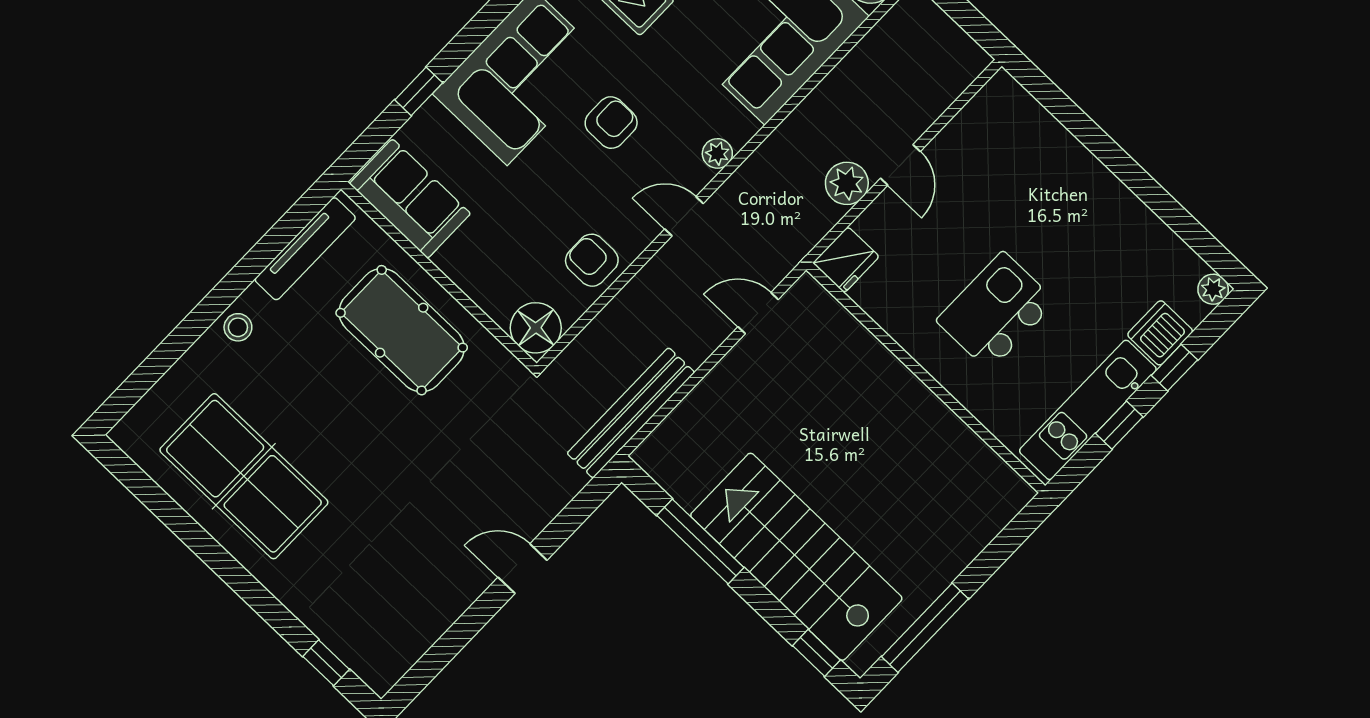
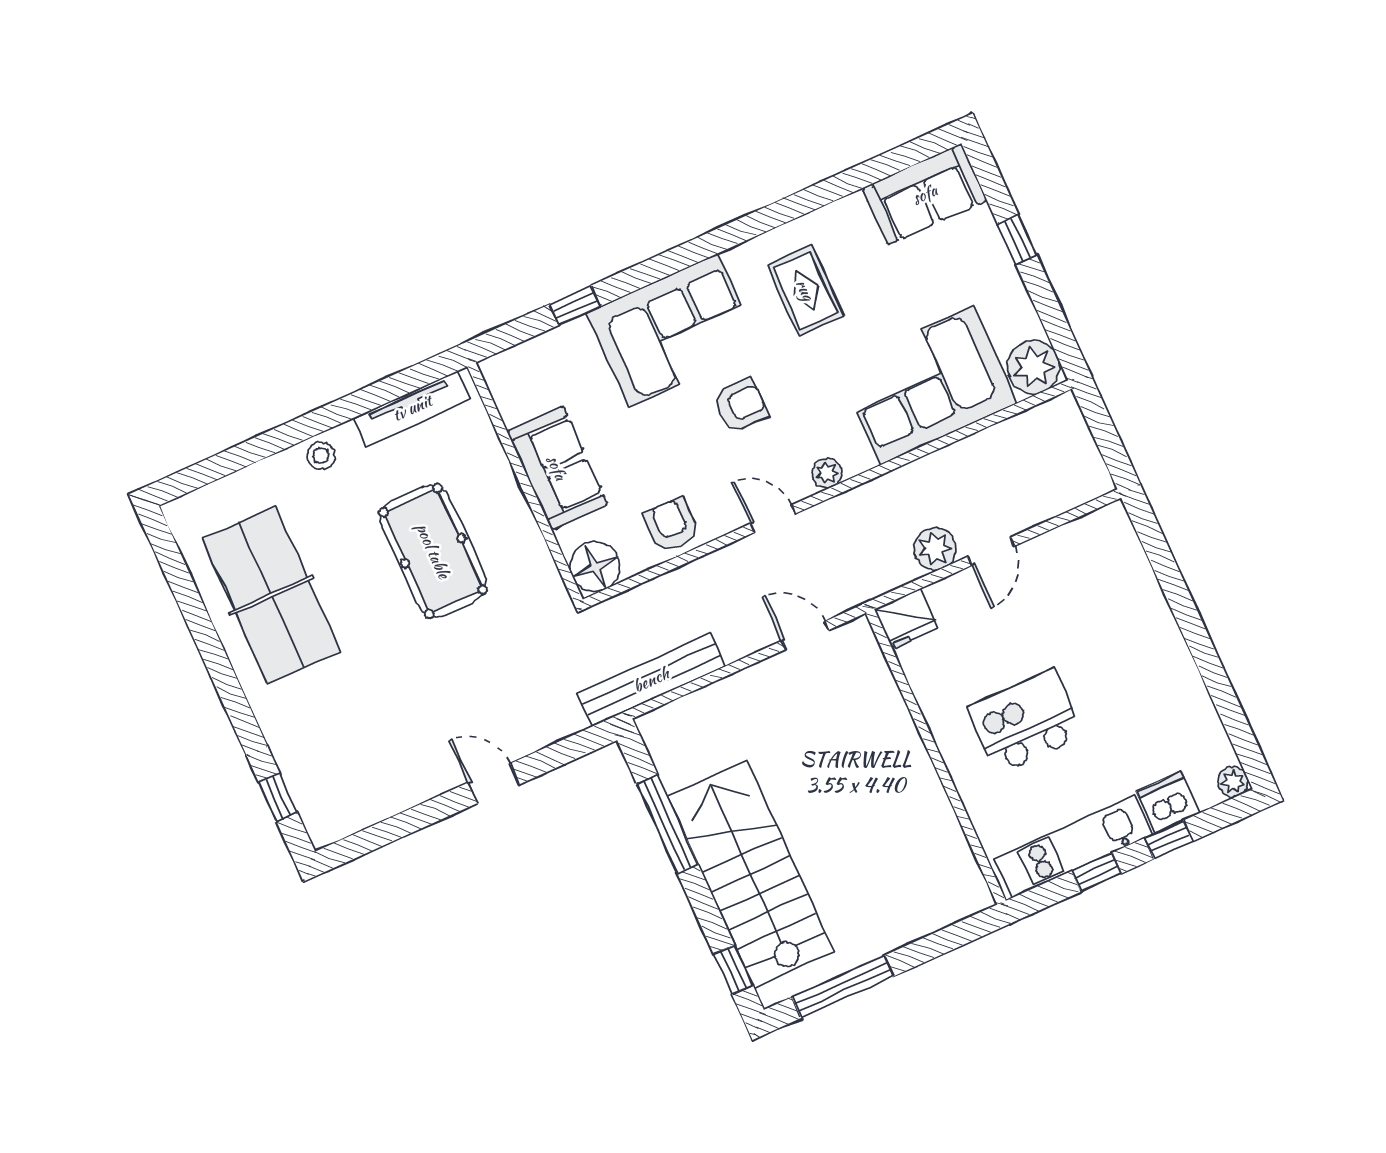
sofa: (410, 199) -> (557, 468), moved
pool table: (402, 330) -> (433, 551), moved

